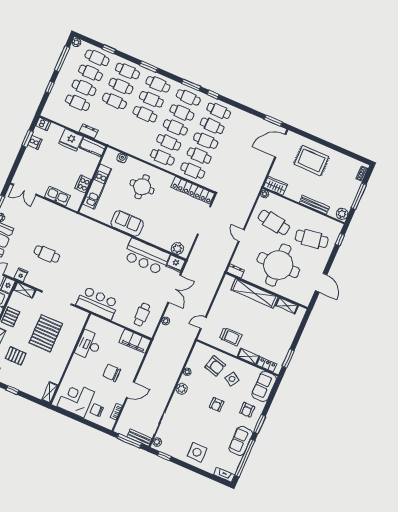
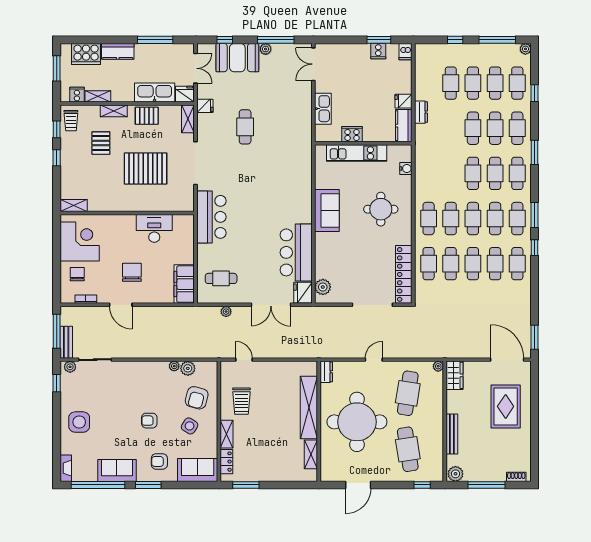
fridge: (71, 140) -> (404, 101), width x0.53, depth x0.75
plant: (182, 389) -> (188, 368), moved

